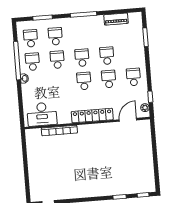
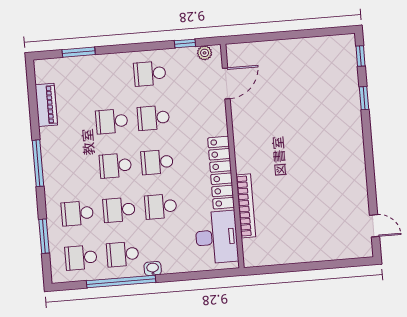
school desk: (59, 83) -> (161, 206), added
locker: (92, 116) -> (221, 173), moved
door: (128, 120) -> (226, 83), swing flipped

